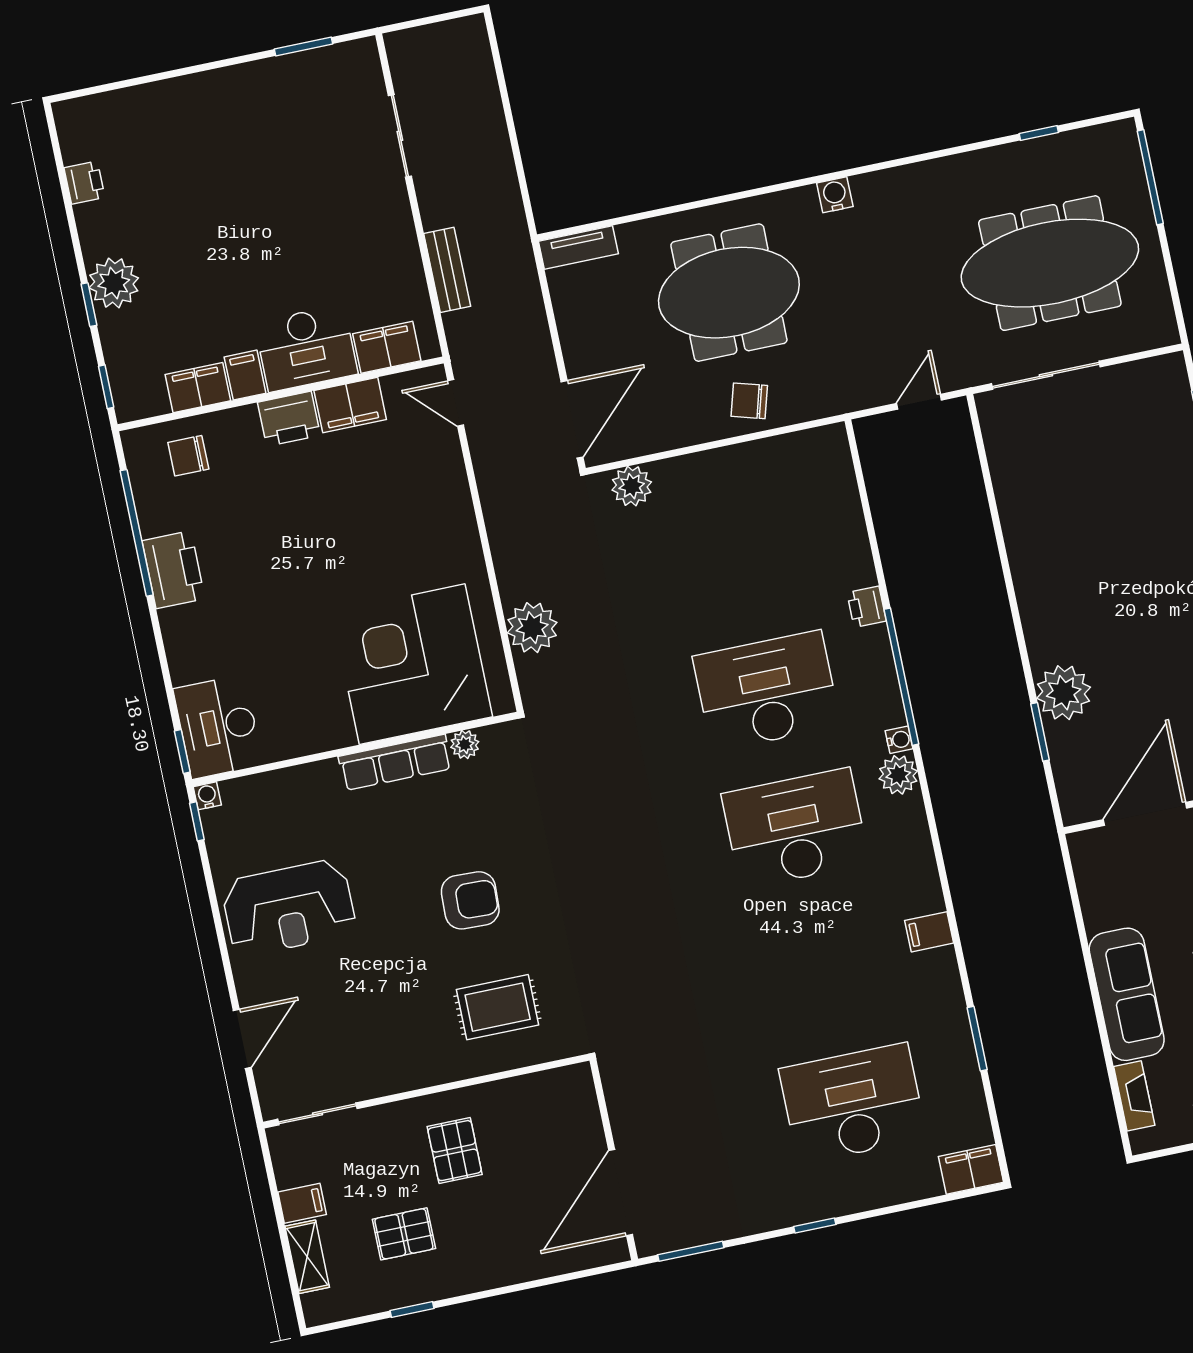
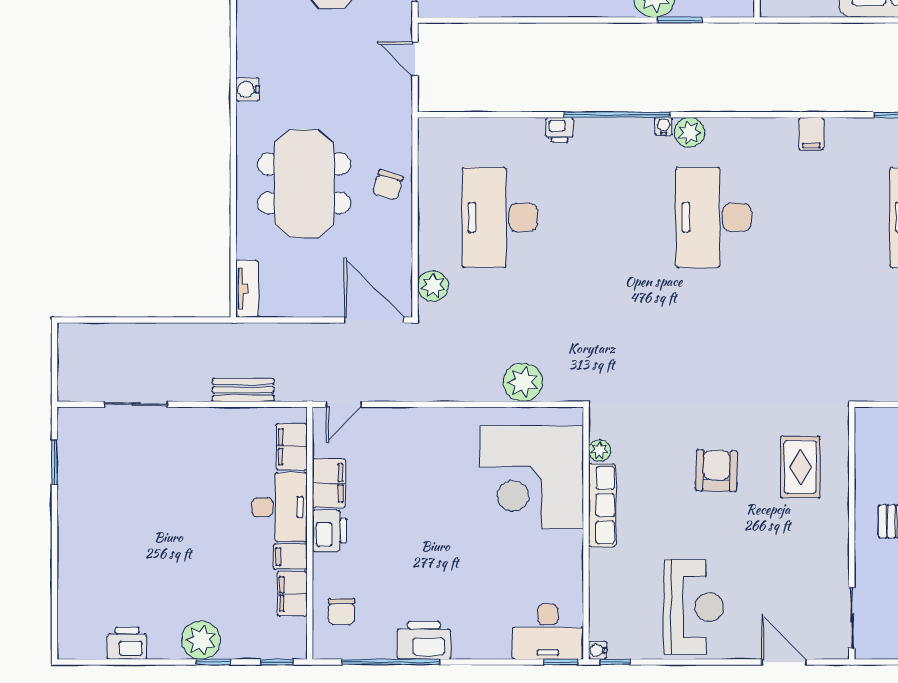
printer: (84, 183) -> (127, 643), width x1.36, depth x1.24
desk: (767, 691) -> (500, 217), moved

